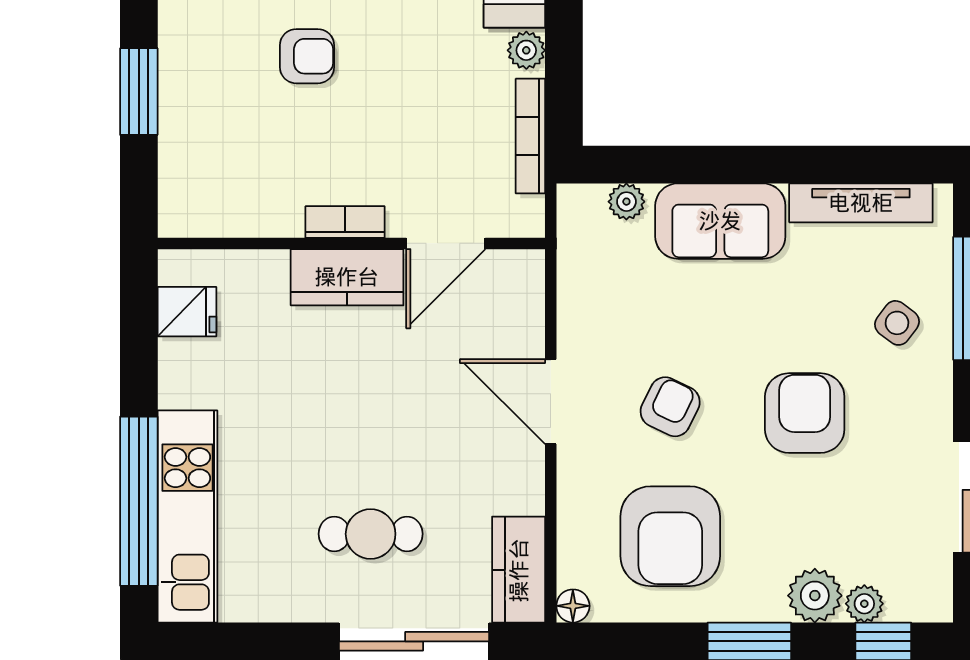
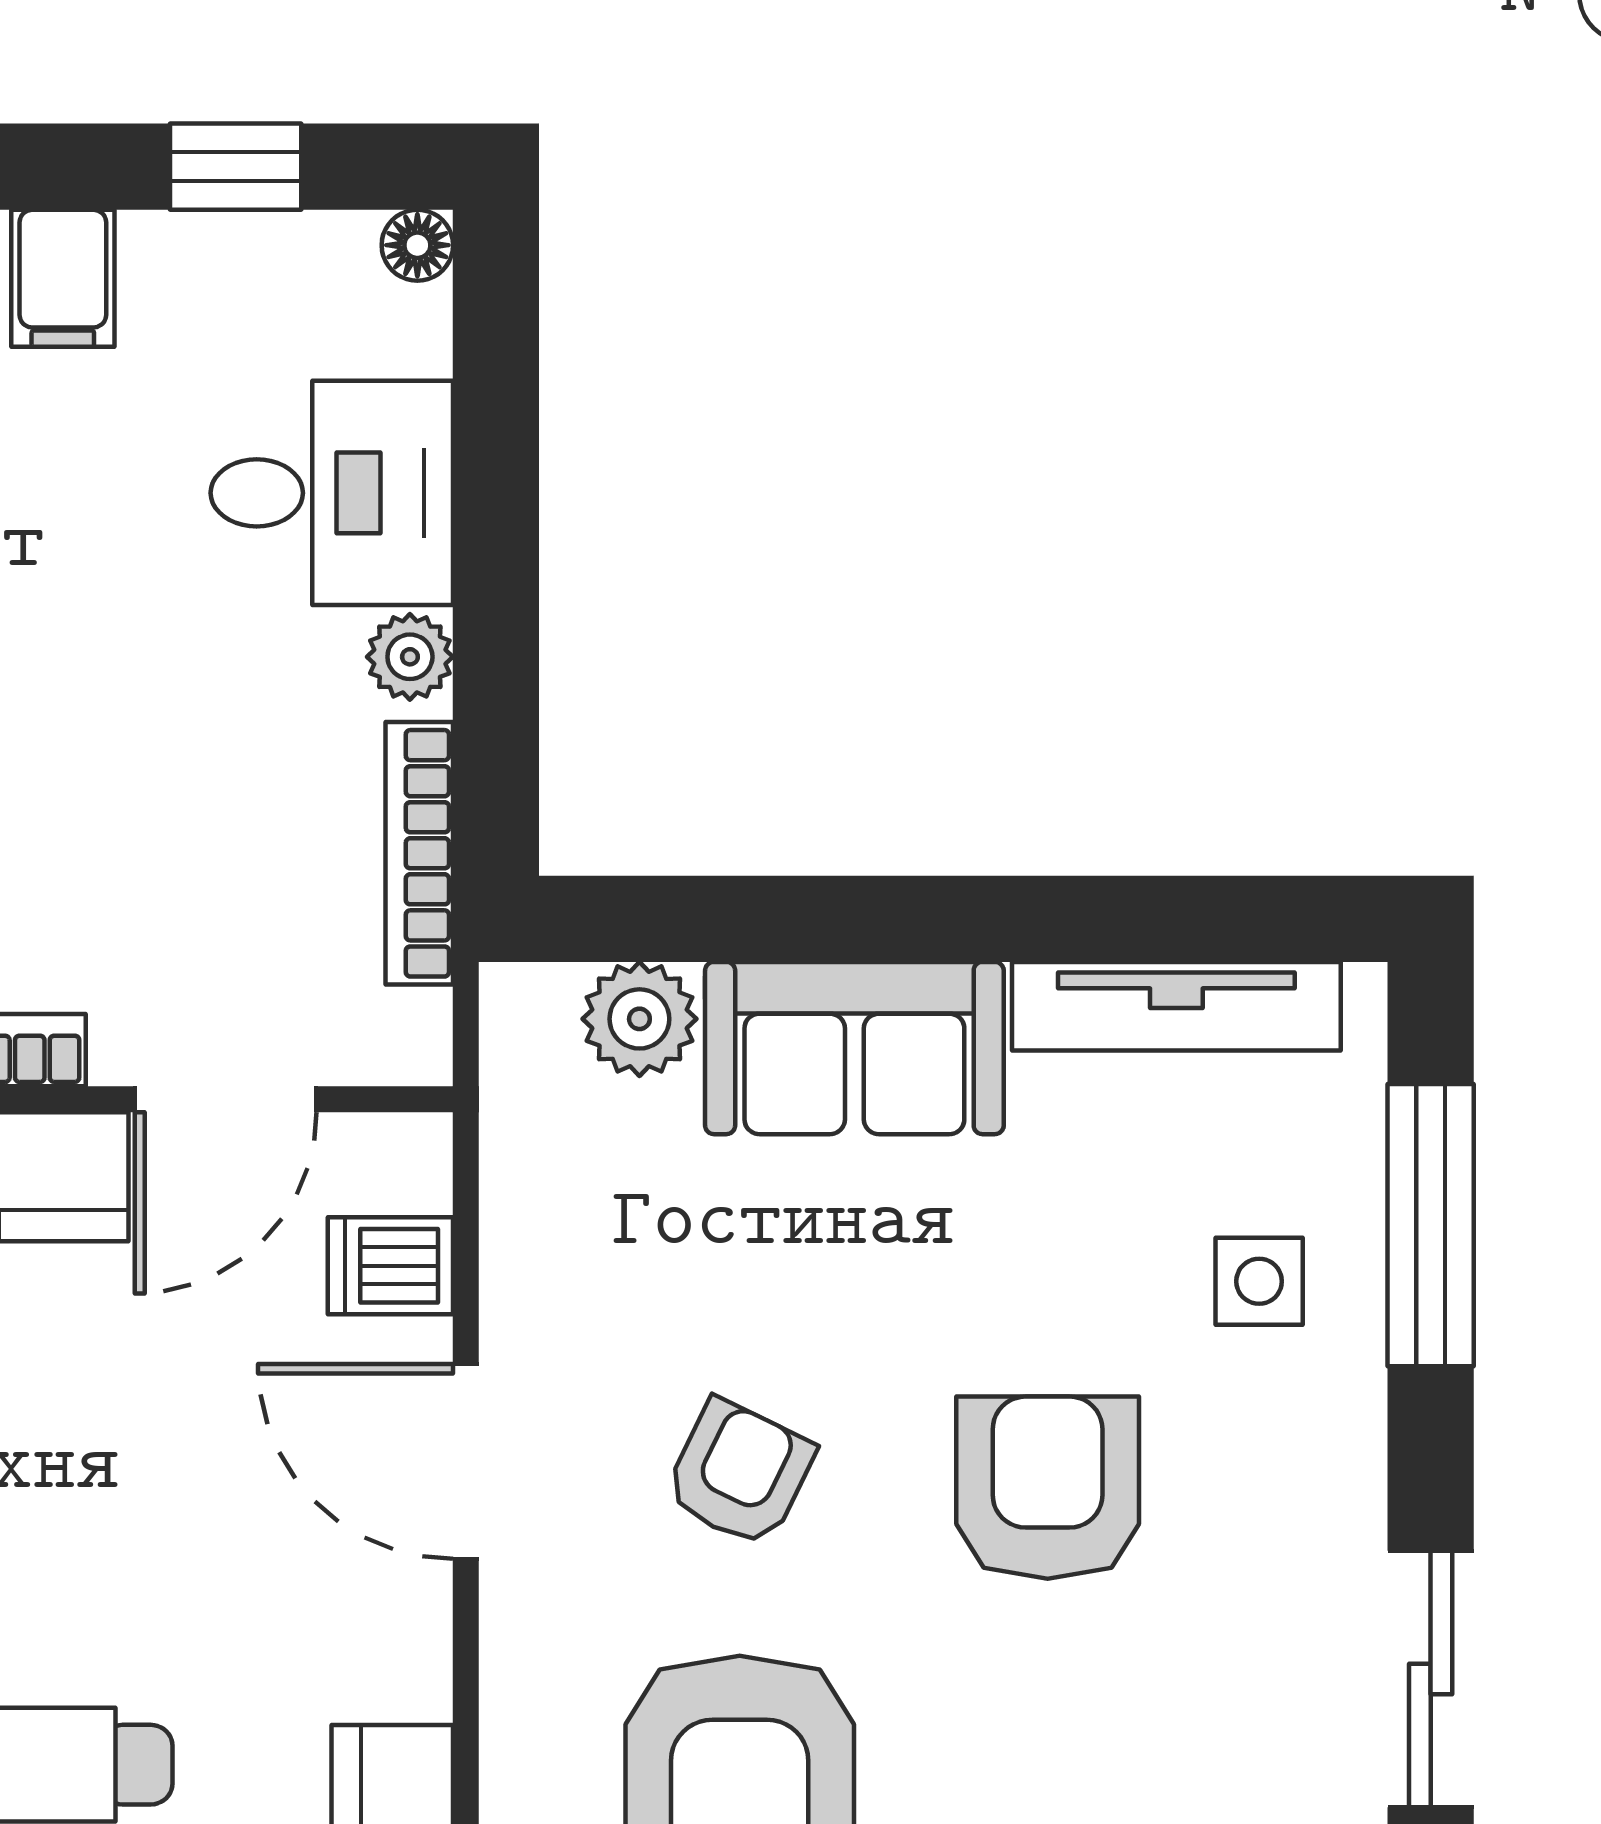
plant: (626, 202) -> (639, 1019), width x1.38, depth x1.38
dishwasher: (518, 316) -> (390, 1266), added
side table: (897, 323) -> (1259, 1281), turned -37

